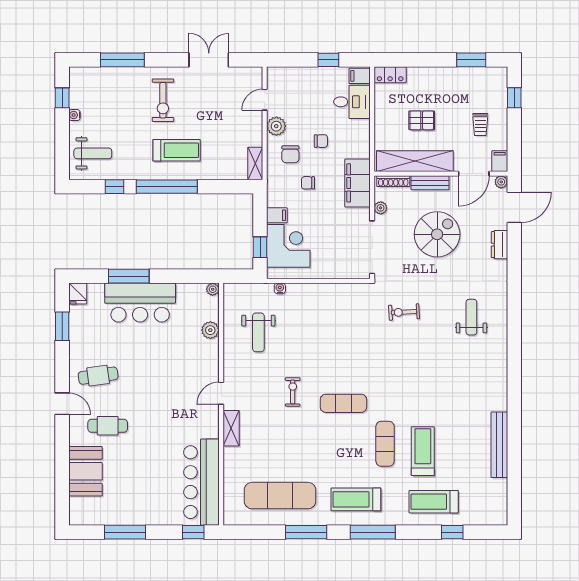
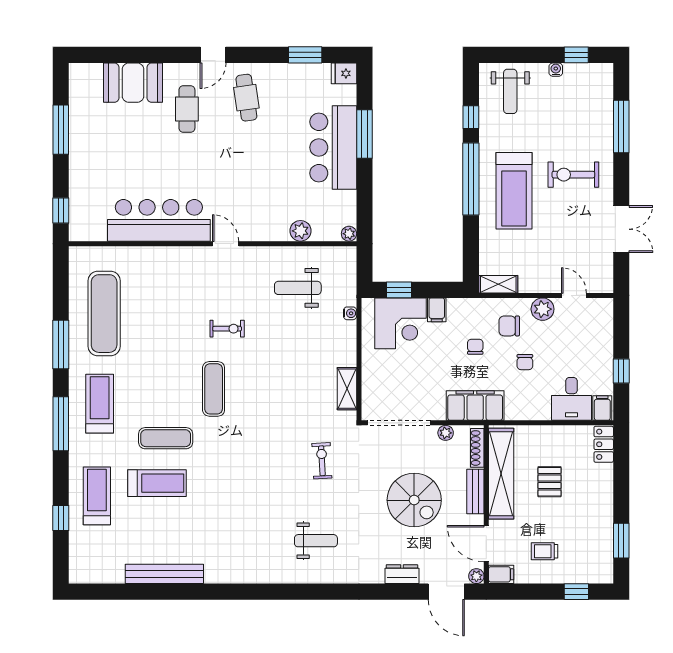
treadmill: (177, 150) -> (514, 191), width x1.37, depth x1.37
shelving: (231, 428) -> (347, 389), moved, turned 90
bar counter: (201, 482) -> (159, 220), moved

